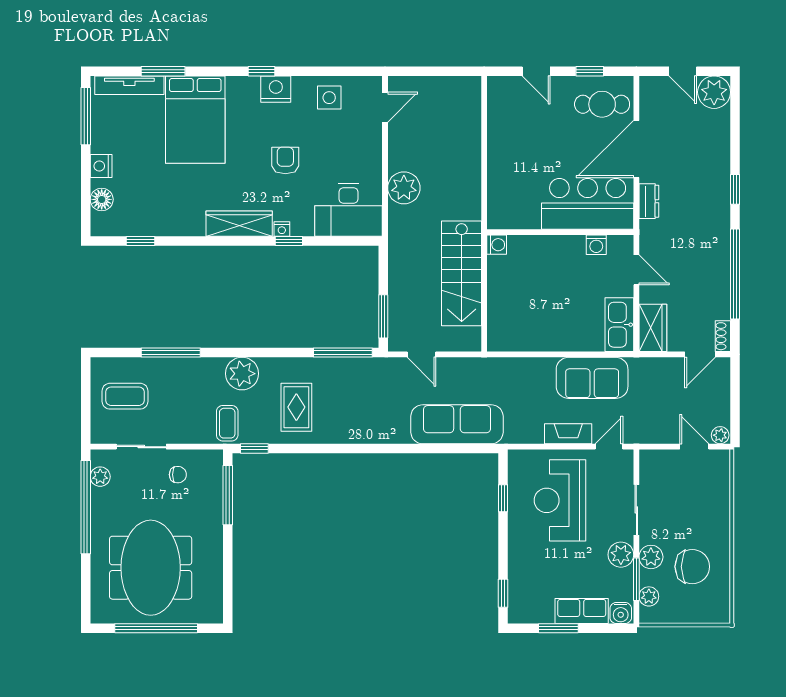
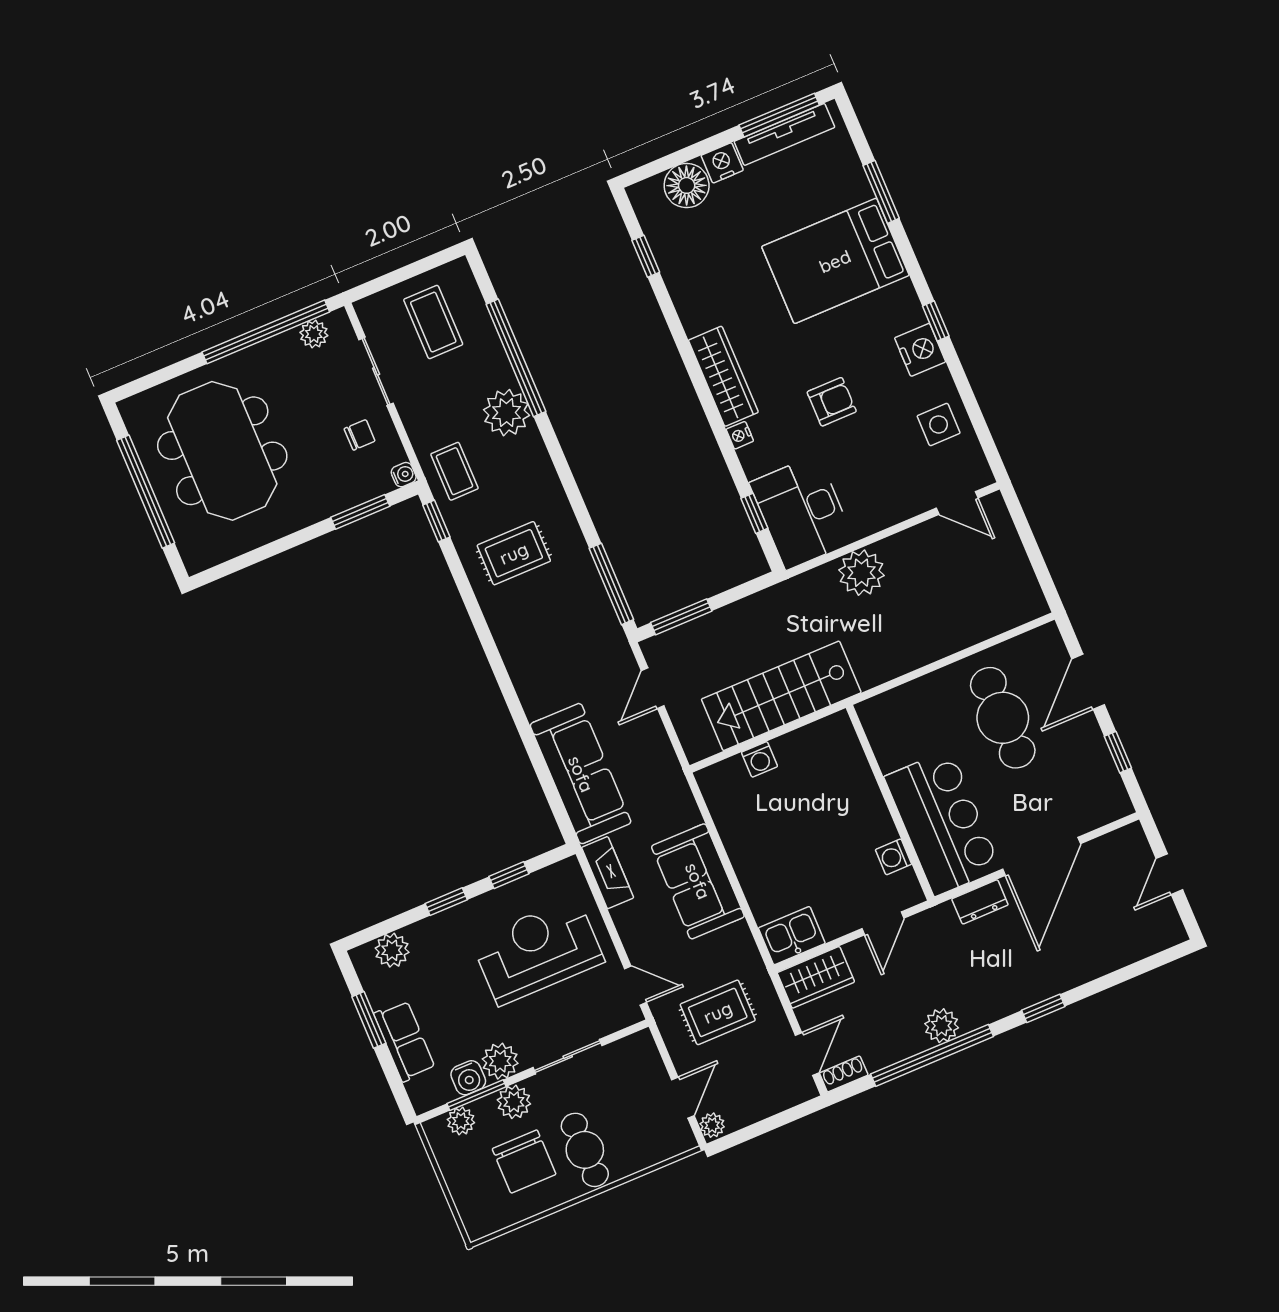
door: (536, 71) -> (1088, 682), width x1.37
tv unit: (129, 85) -> (784, 134), moved, turned -90
plant: (714, 92) -> (942, 1026), moved, width x0.73, depth x0.73
cafe table: (602, 104) -> (1003, 718), moved, width x1.37, depth x1.35
door: (636, 149) -> (1042, 856), swing flipped
floor lamp: (102, 199) -> (687, 185), width x1.38, depth x1.38
window: (289, 241) -> (754, 513), moved
washing machine: (497, 245) -> (759, 759), moved
kitchen sink: (619, 325) -> (792, 936), width x0.73
window: (171, 353) -> (516, 358), width x1.46
door: (700, 354) -> (807, 1054), swing flipped
plant: (242, 374) -> (507, 413), moved
sofa: (592, 378) -> (698, 881), moved
rug: (649, 401) -> (718, 1012), added
coffee table: (227, 423) -> (454, 471), turned 90
fireplace: (568, 434) -> (608, 873), moved
water cooler: (216, 457) -> (404, 475), added
chair: (178, 475) -> (360, 435), turned -90
window: (228, 495) -> (360, 512), width x0.69
cafe table: (701, 524) -> (585, 1150), added
meeting table: (151, 568) -> (222, 451), turned 90
window: (503, 593) -> (446, 902), moved
plant: (520, 594) -> (392, 950), added
water cooler: (621, 613) -> (468, 1078), moved, turned -90

